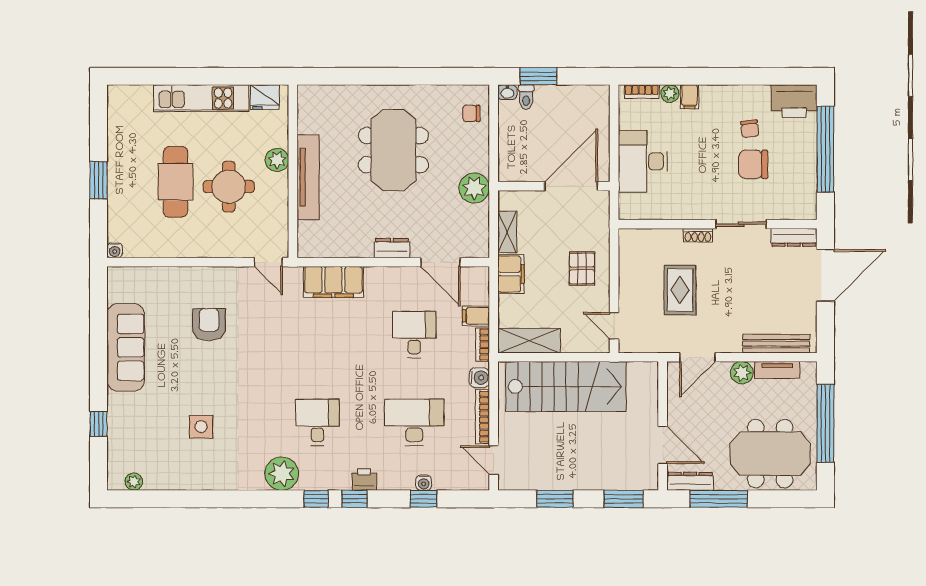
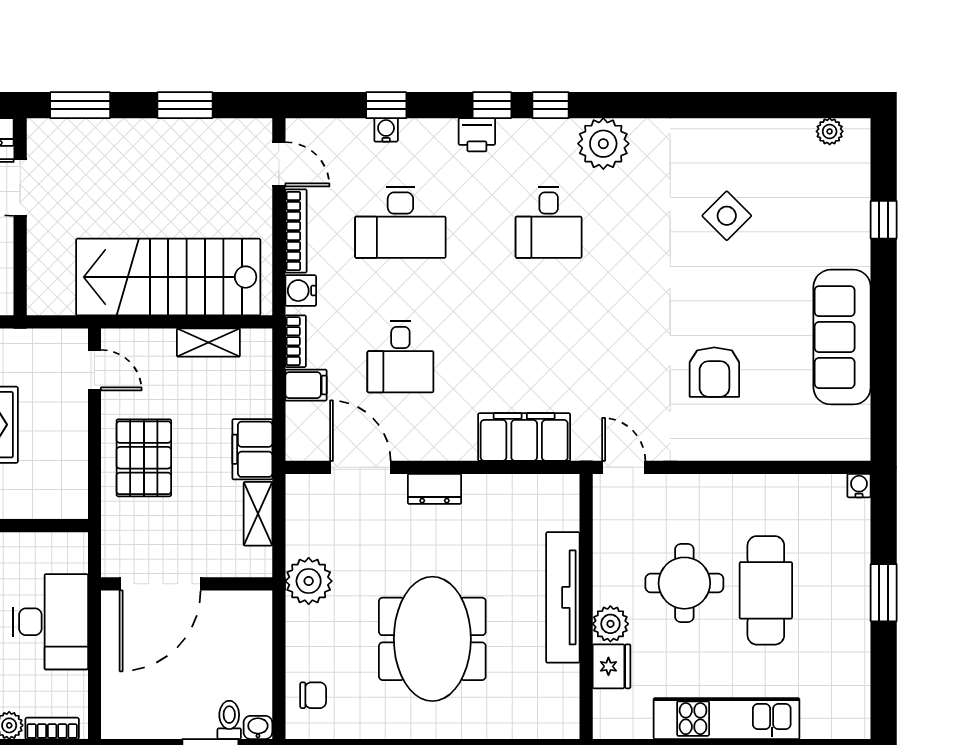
fridge: (265, 97) -> (611, 666), moved, turned 90
pallet: (582, 268) -> (144, 458), width x1.50, depth x1.42
shelving: (529, 341) -> (208, 343), width x0.67, depth x0.75
side table: (201, 427) -> (727, 216), turned 45

